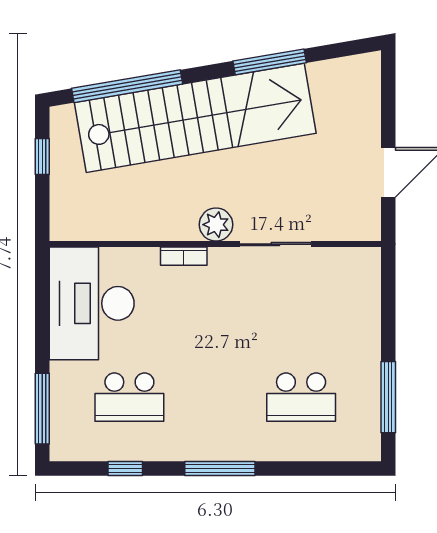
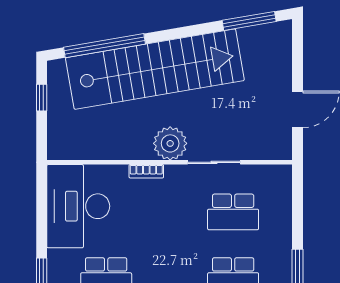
window: (270, 62) -> (249, 21), moved
plant: (216, 225) -> (170, 143), width x1.36, depth x1.36
school desk: (301, 311) -> (233, 212), added

